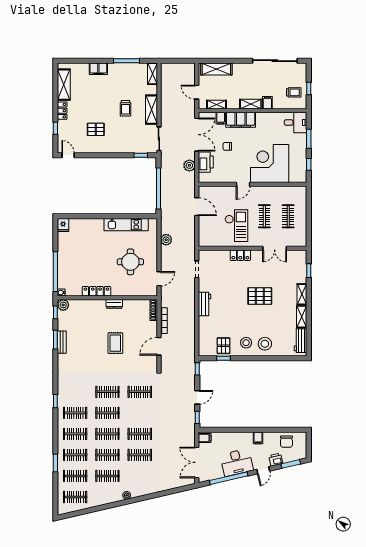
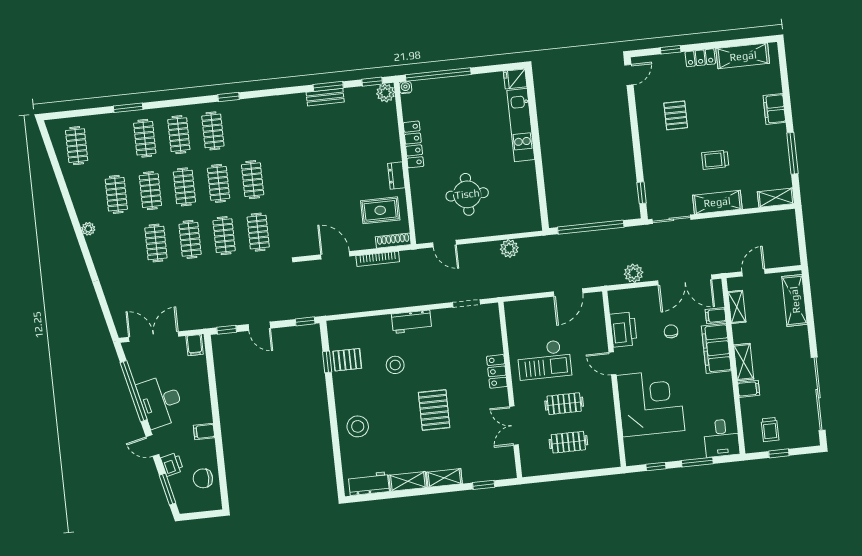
printer: (206, 162) -> (623, 329), moved, turned -90
kitchen unit: (126, 225) -> (521, 125), moved
rug: (115, 343) -> (380, 210), moved
stool: (246, 343) -> (395, 365), moved
clothes rail: (75, 476) -> (224, 236), moved

